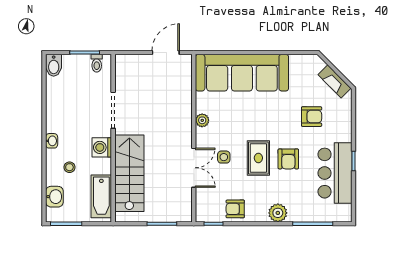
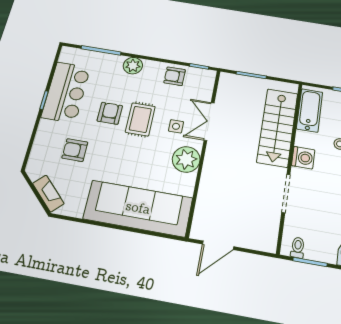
fireplace: (334, 81) -> (48, 193), moved
plant: (202, 120) -> (186, 159), width x1.88, depth x1.88
armchair: (235, 209) -> (175, 76), turned 180

